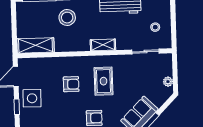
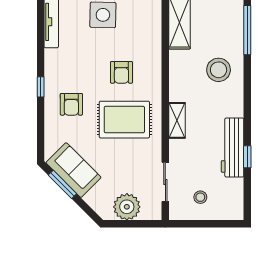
rug: (104, 81) -> (124, 120), width x1.36, depth x1.43
plant: (168, 82) -> (127, 207), width x1.88, depth x1.88

